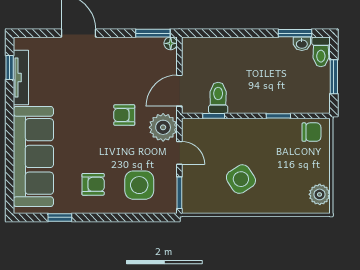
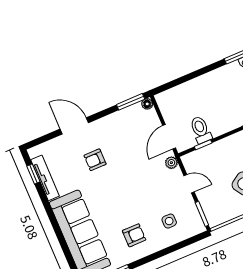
armchair: (124, 115) -> (95, 160), moved
plant: (163, 127) -> (171, 163), width x0.53, depth x0.53
side table: (139, 185) -> (169, 221), width x0.54, depth x0.54

